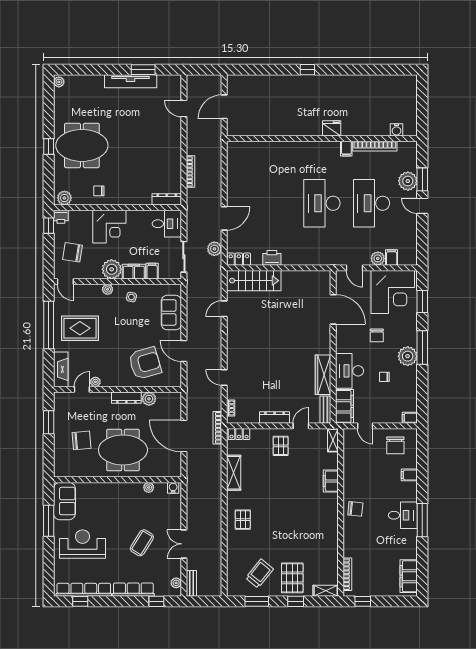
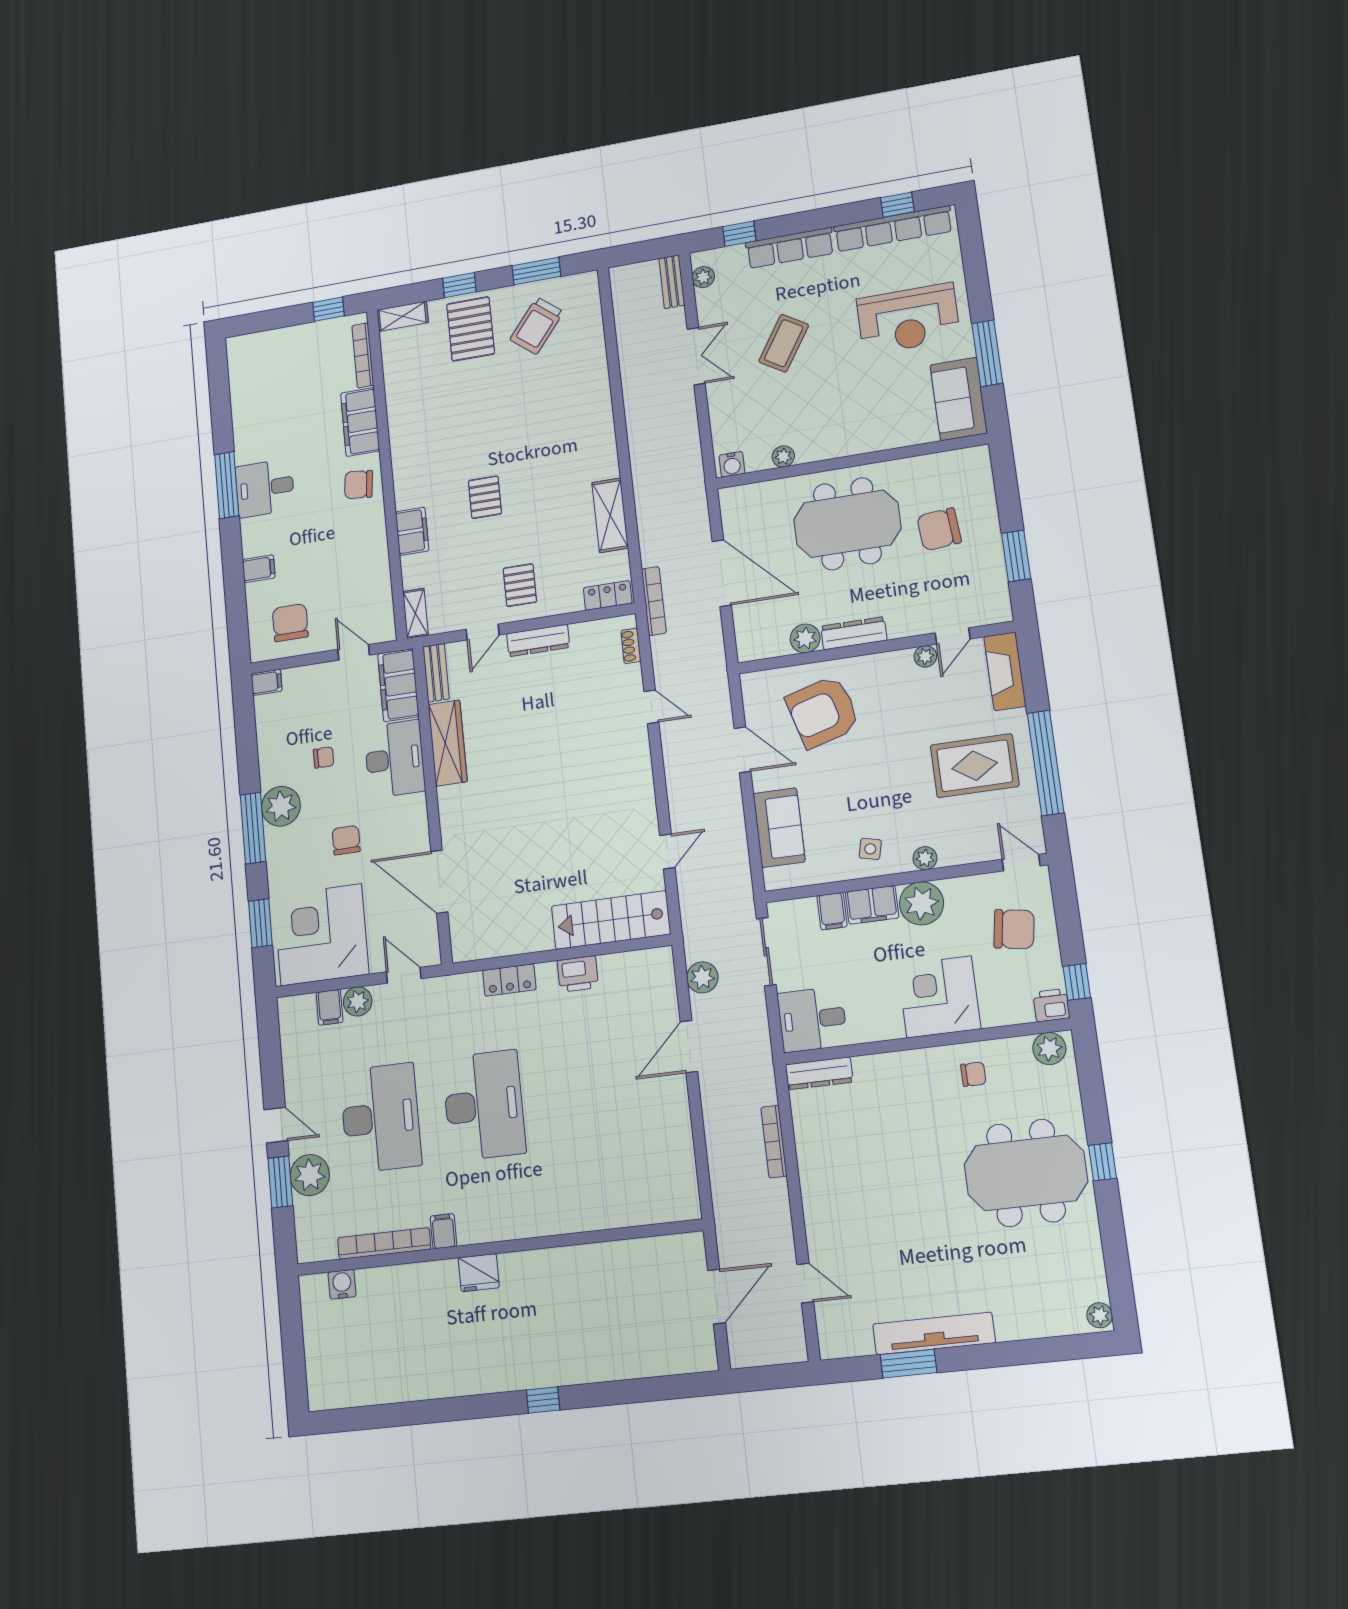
locker: (239, 259) -> (509, 980), moved
pallet: (243, 520) -> (485, 497), moved
filing cabinet: (409, 576) -> (360, 422), moved, turned 180

